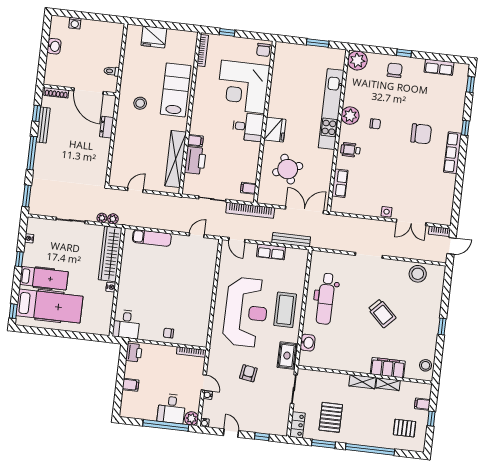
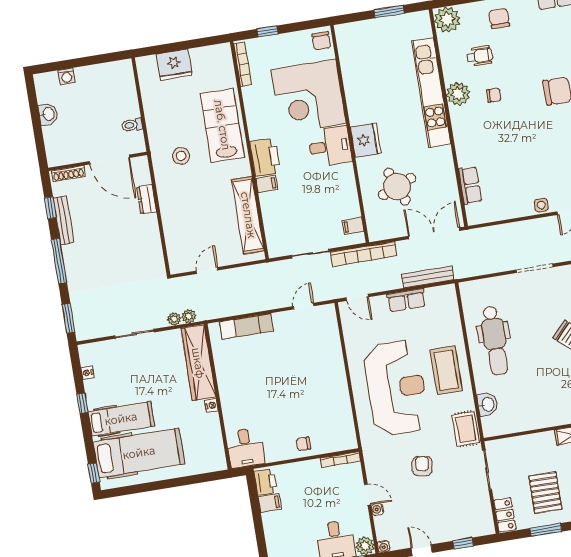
wheelchair: (350, 150) -> (480, 56), moved, turned 180
printer: (195, 160) -> (265, 157), moved
filing cabinet: (131, 385) -> (270, 503), moved

